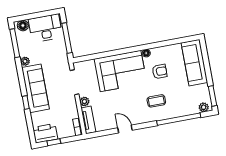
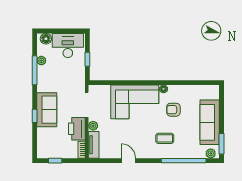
window: (67, 38) -> (87, 59), width x0.46
window: (15, 43) -> (35, 70), moved
plant: (25, 61) -> (41, 61), moved
sofa: (194, 63) -> (210, 122), moved
armchair: (160, 71) -> (173, 110), turned 180
sofa: (35, 88) -> (47, 110), width x0.73
printer: (45, 133) -> (77, 129), moved, turned -90

